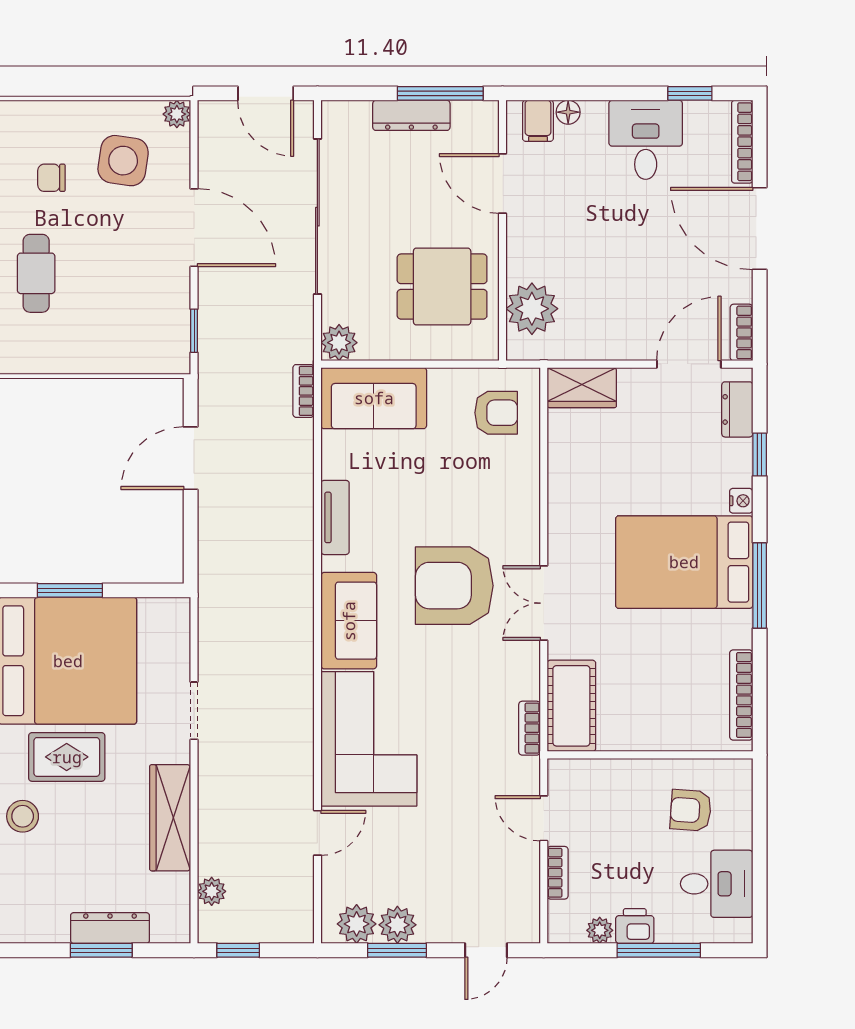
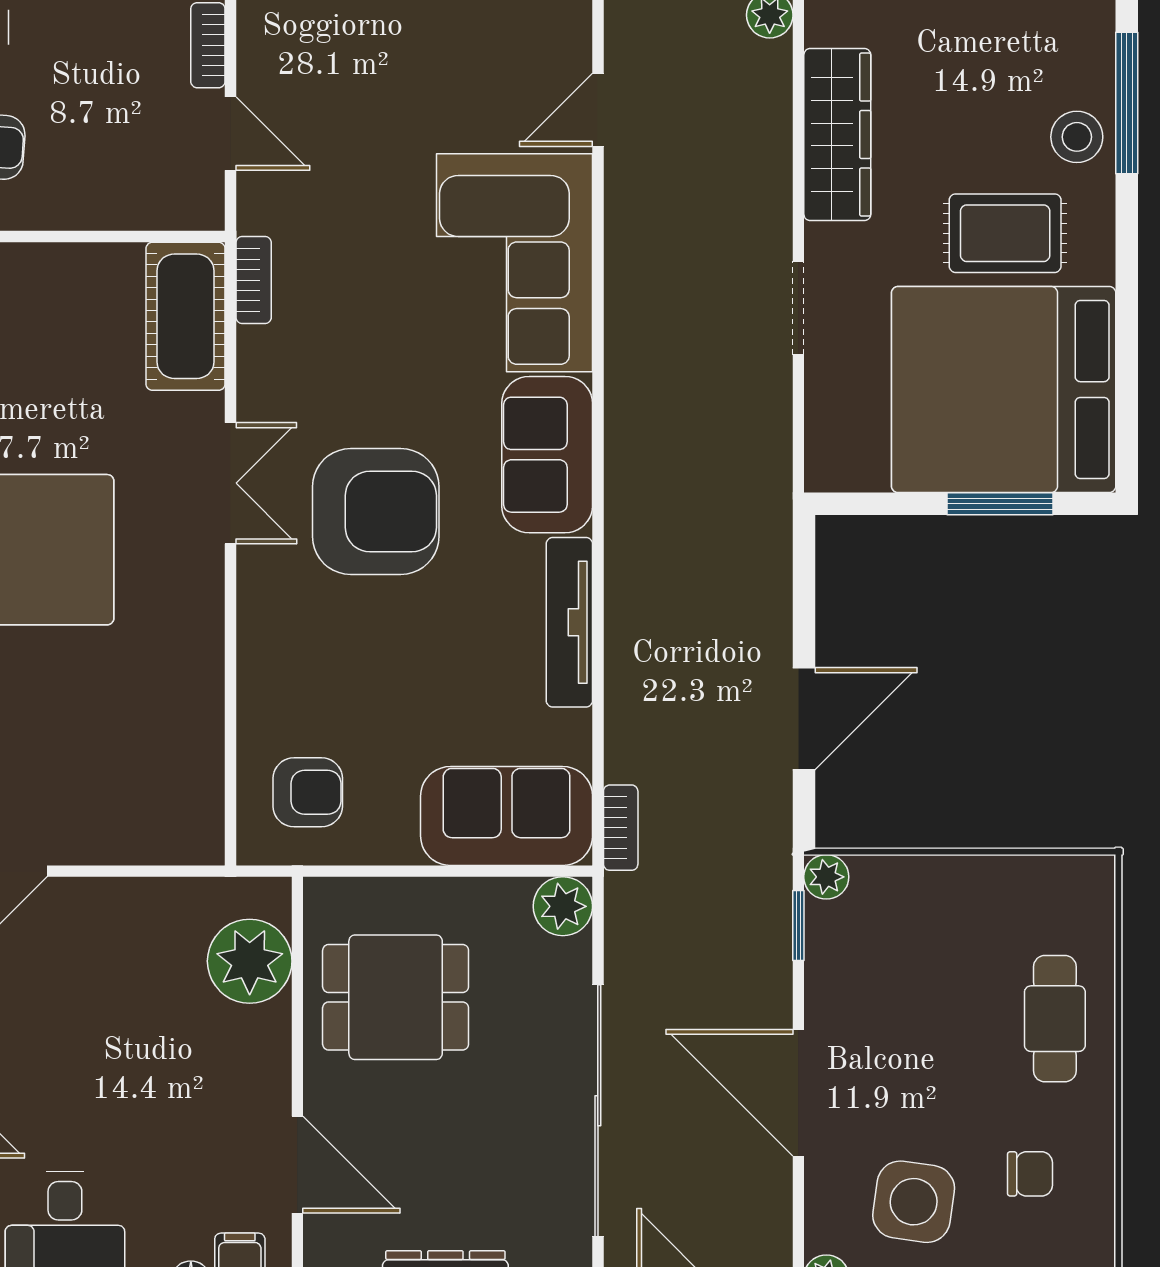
plant: (177, 361) -> (826, 877), added
wardrobe: (582, 388) -> (168, 833), removed
armchair: (496, 413) -> (308, 792), turned 180
tv unit: (335, 517) -> (569, 622), width x1.41

